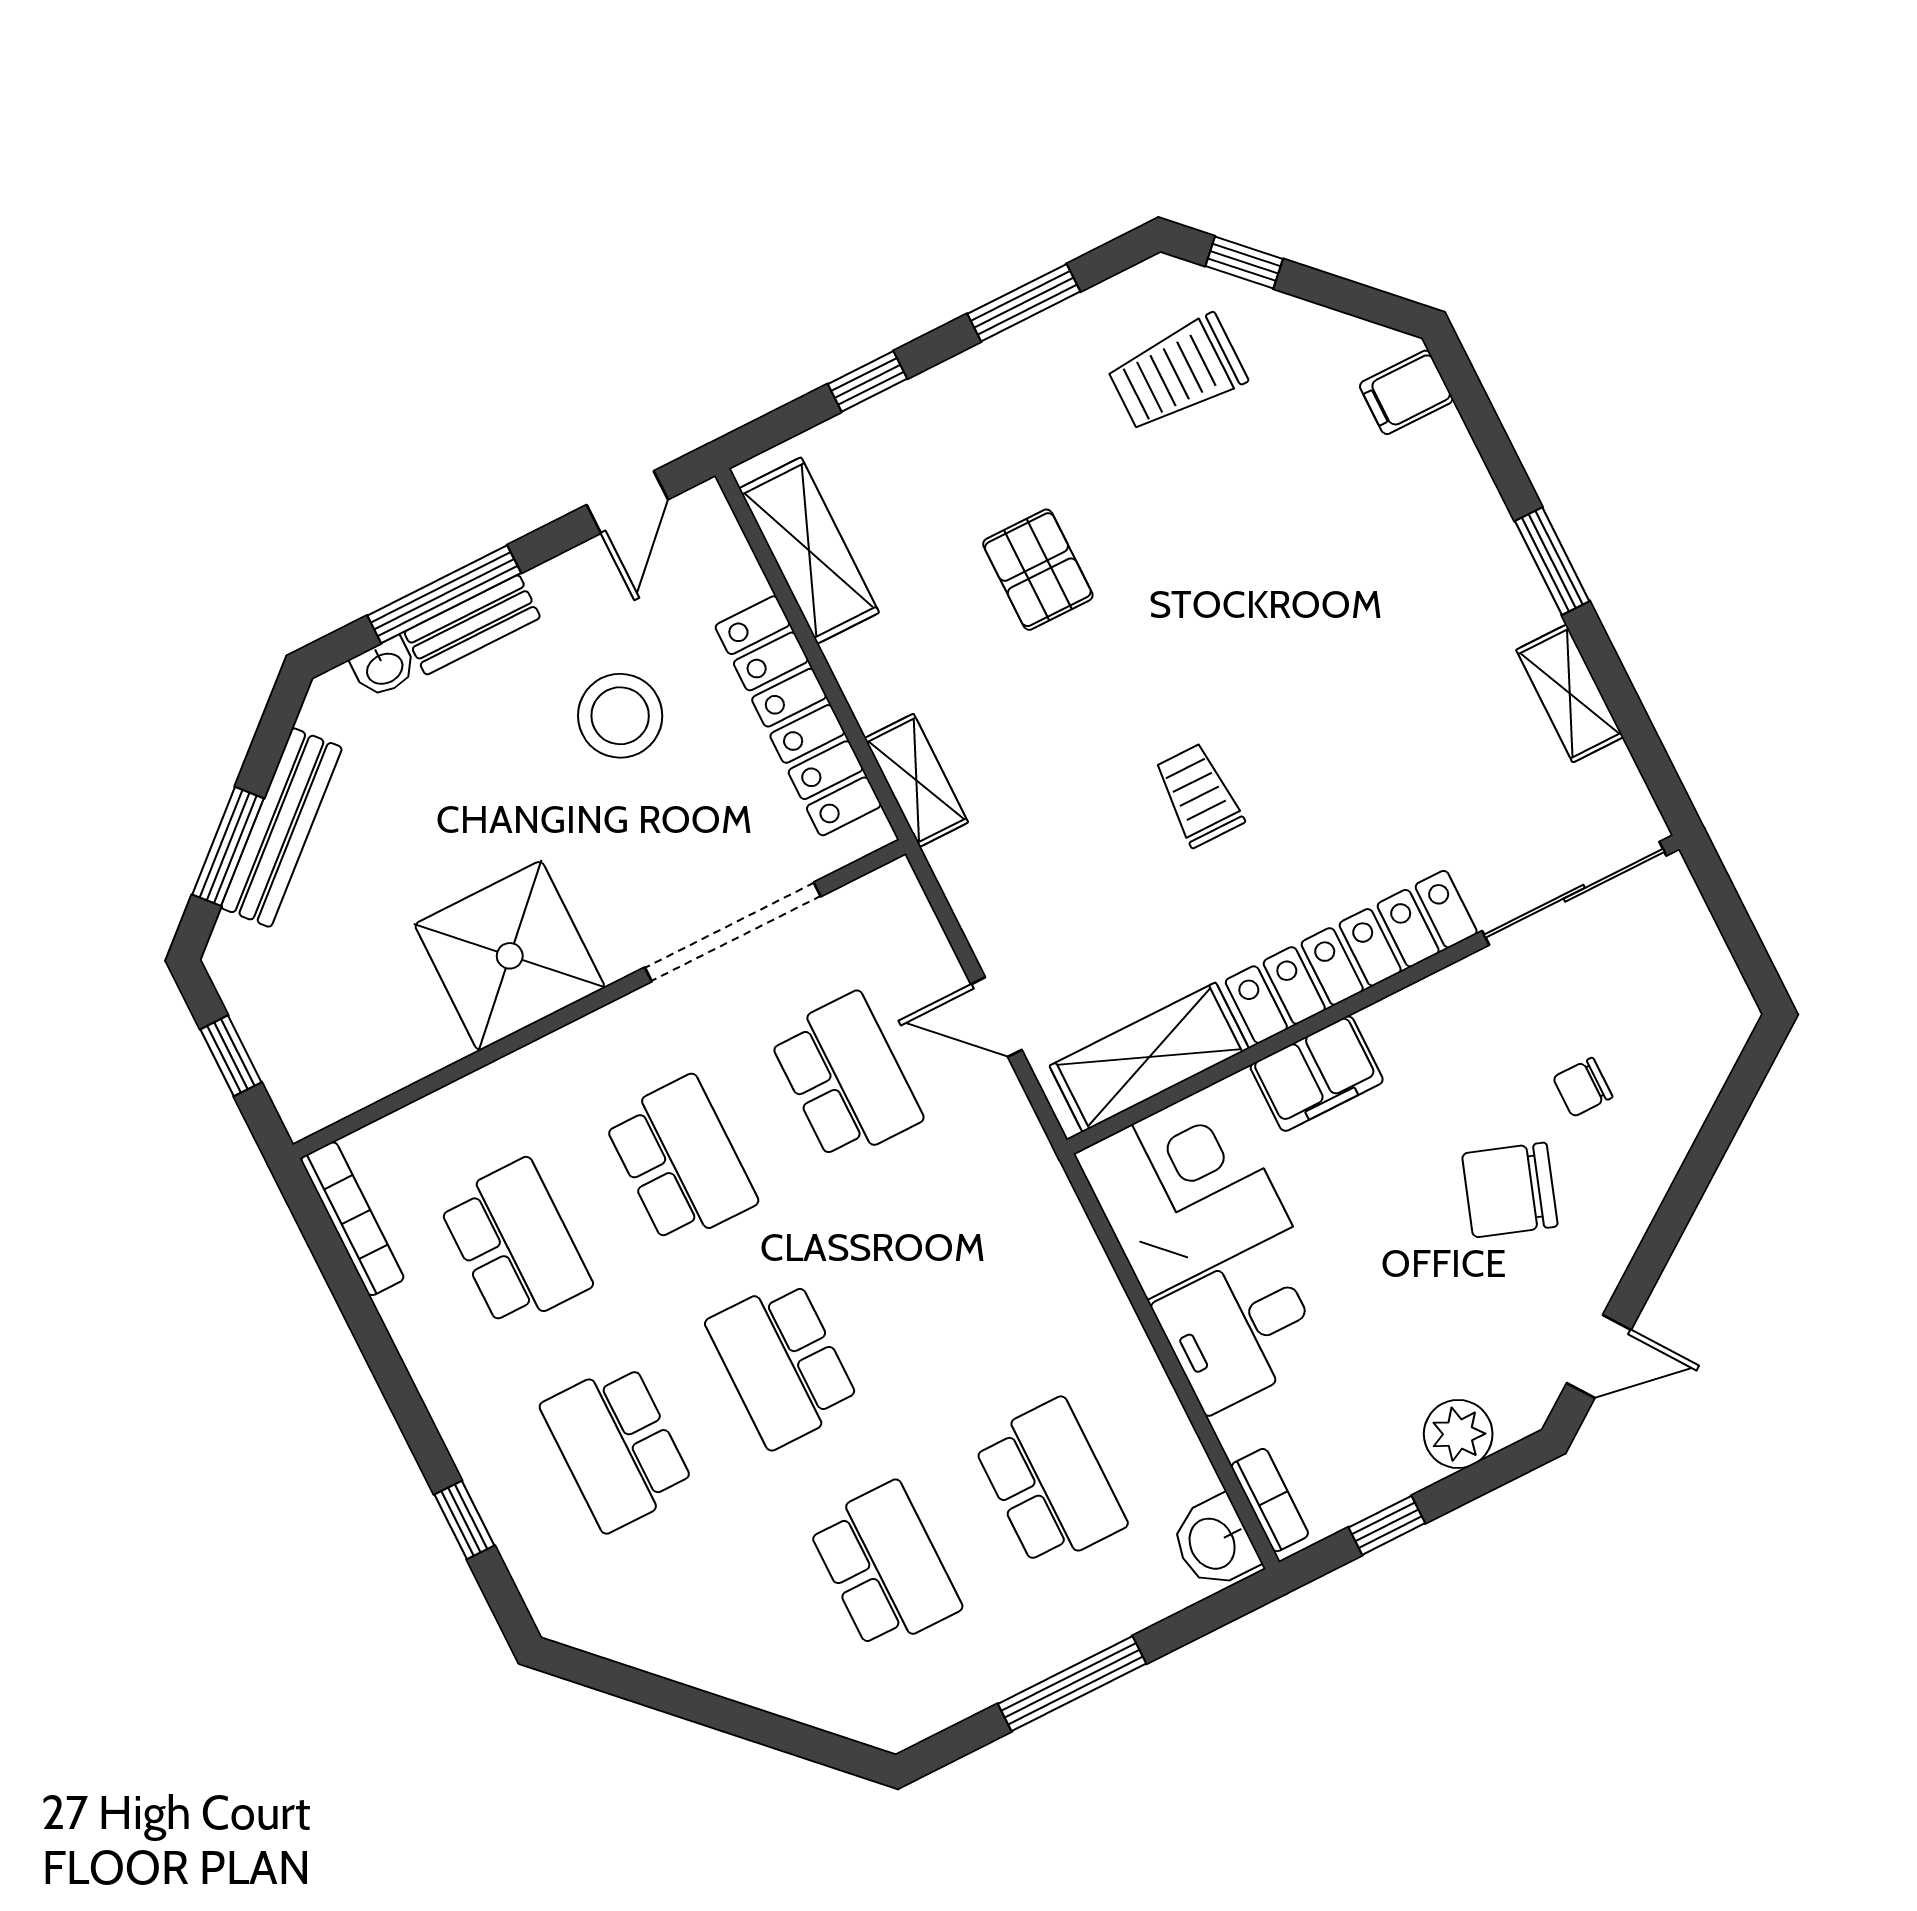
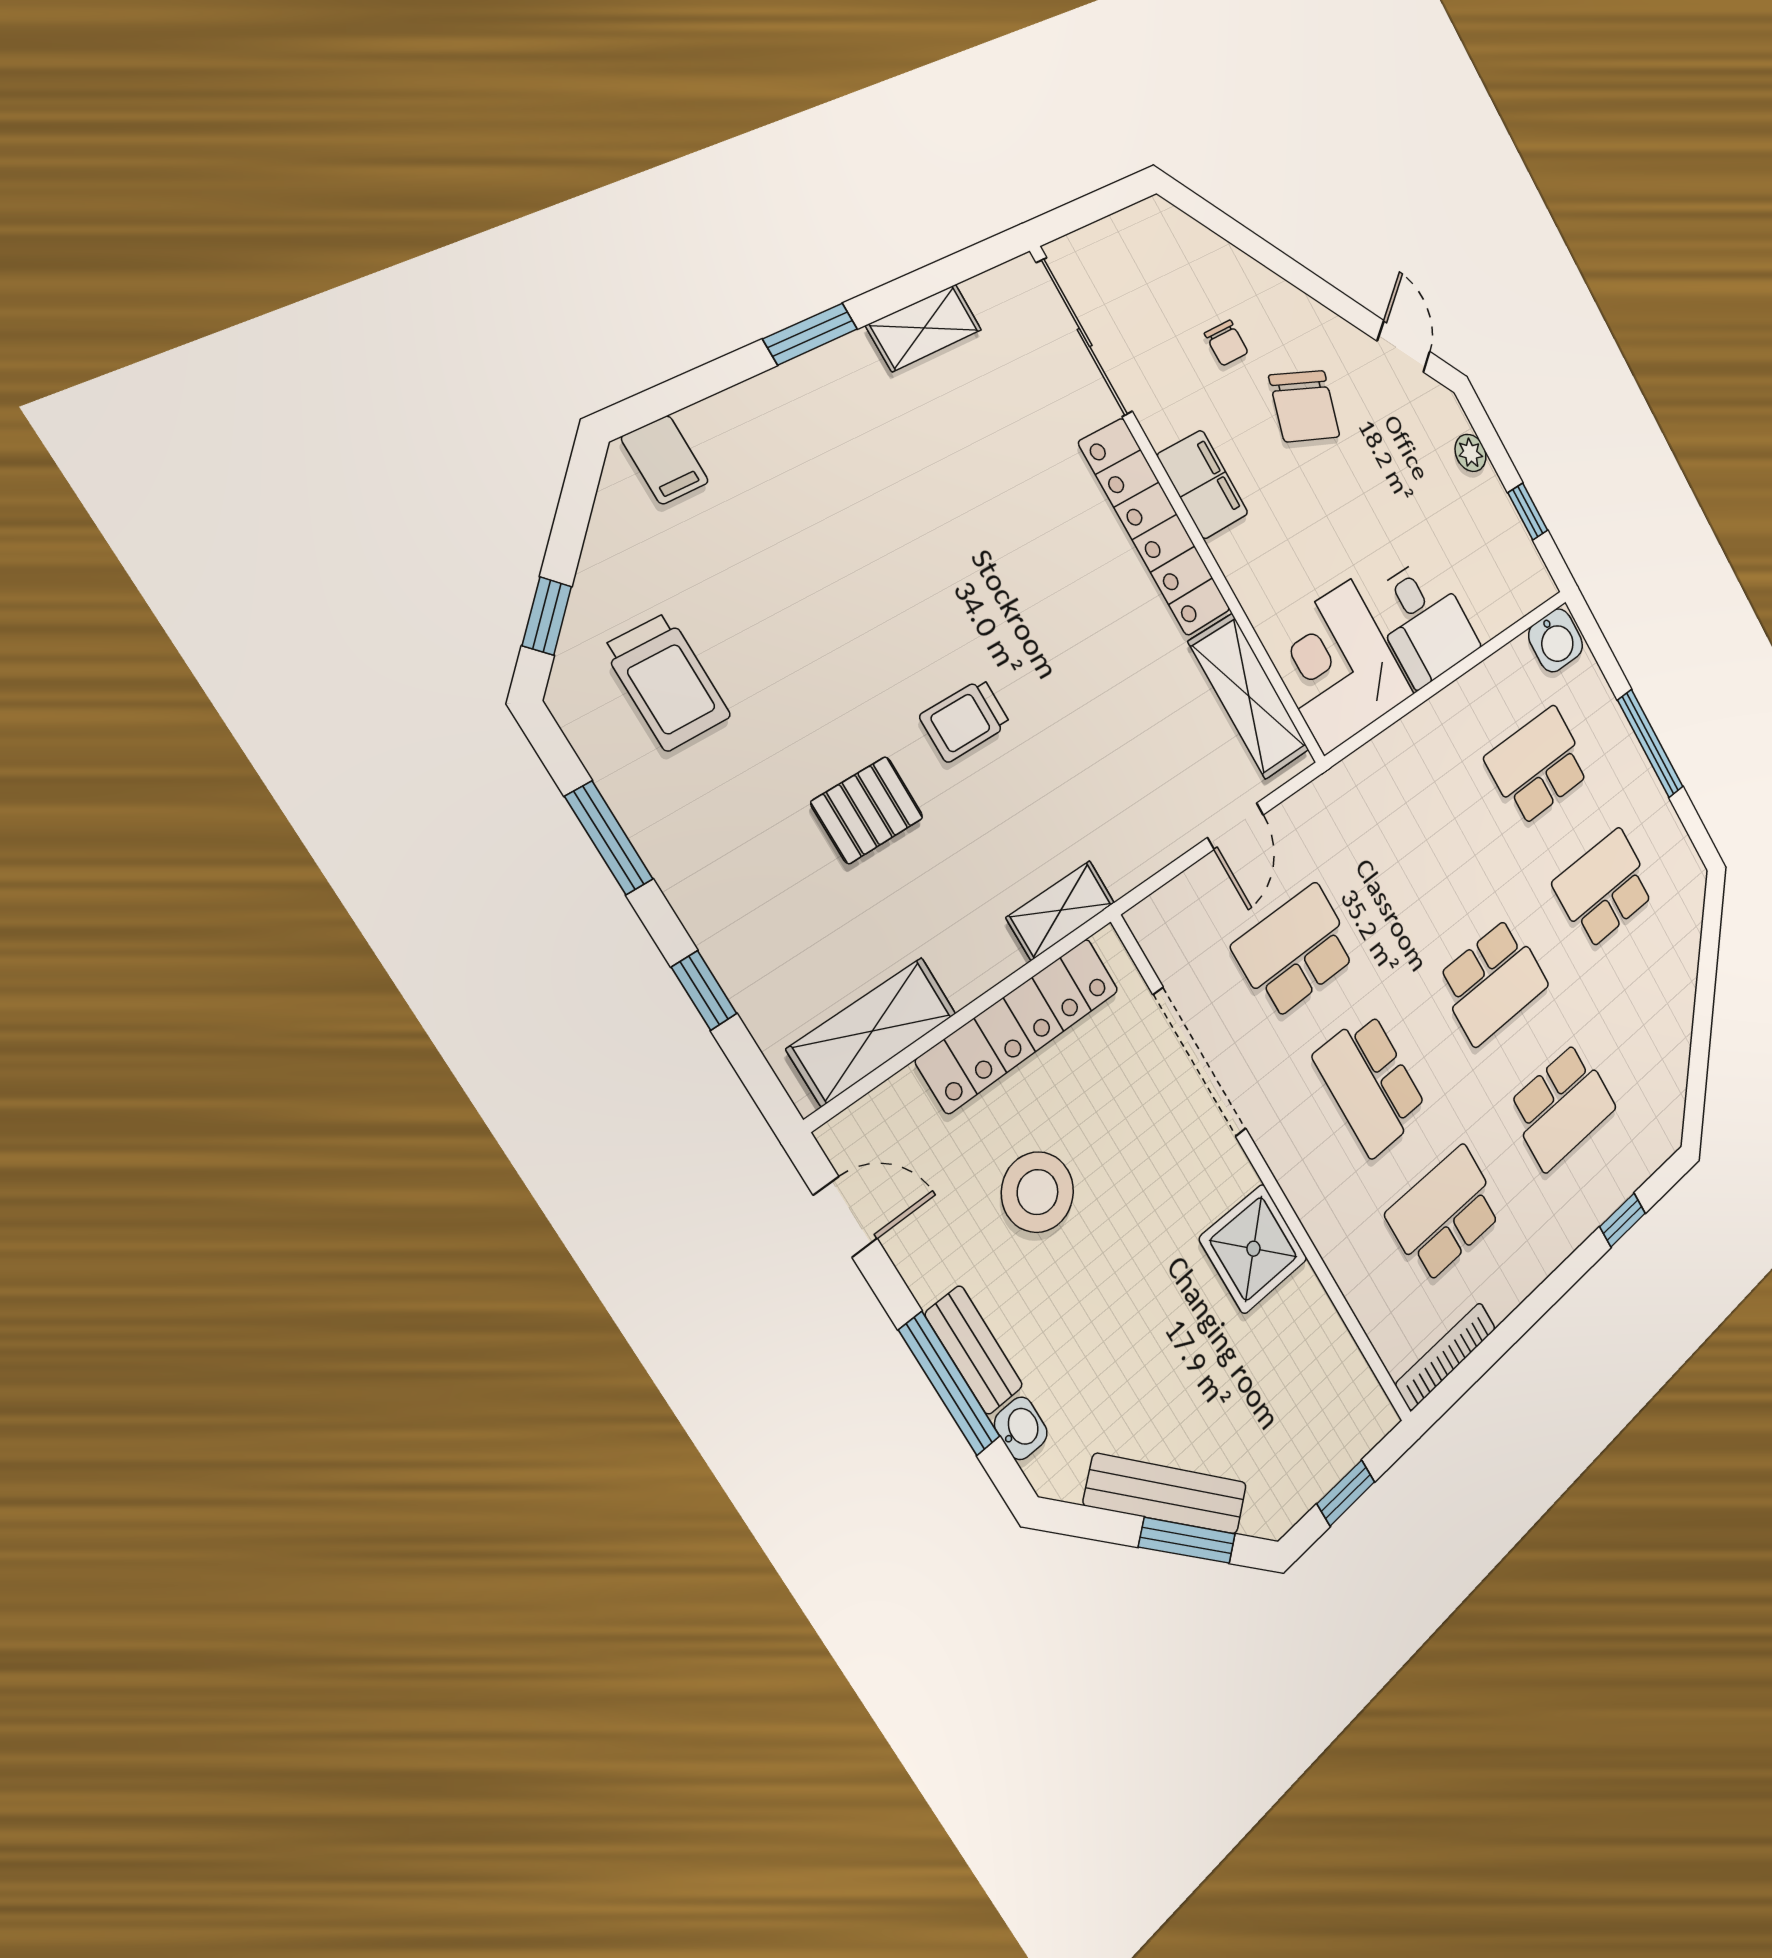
trolley: (1199, 795) -> (965, 720), moved
shower: (510, 956) -> (1253, 1249), width x0.73, depth x0.73
filing cabinet: (1317, 1074) -> (1203, 484), moved
school desk: (681, 1161) -> (1371, 1084), turned -90
plant: (1458, 1434) -> (1470, 453), width x0.73, depth x0.73
bookcase: (1270, 1500) -> (1525, 598), removed

